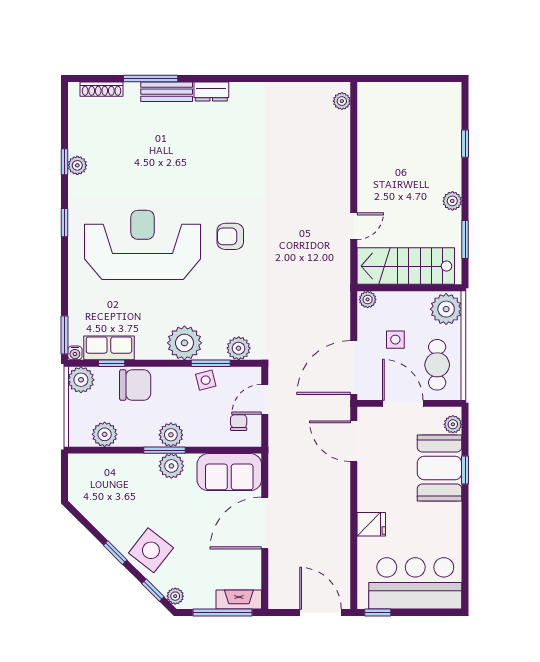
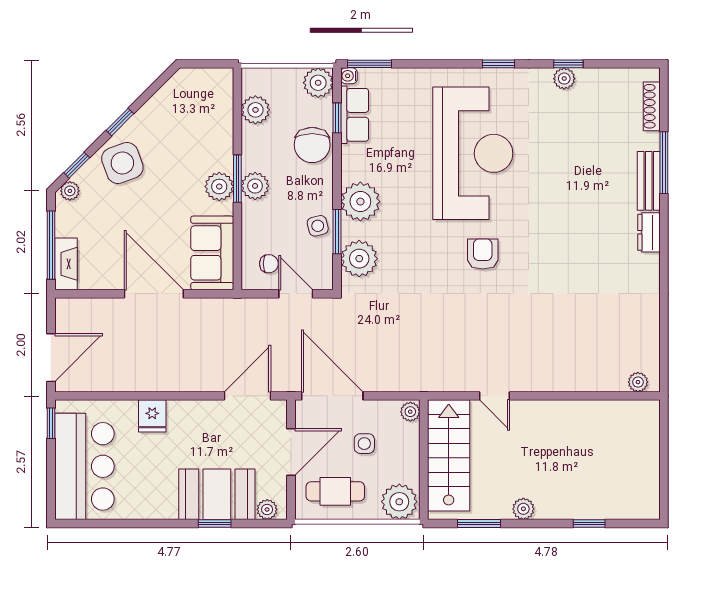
plant: (239, 348) -> (359, 259), width x1.36, depth x1.36
side table: (151, 550) -> (122, 163), turned 32

